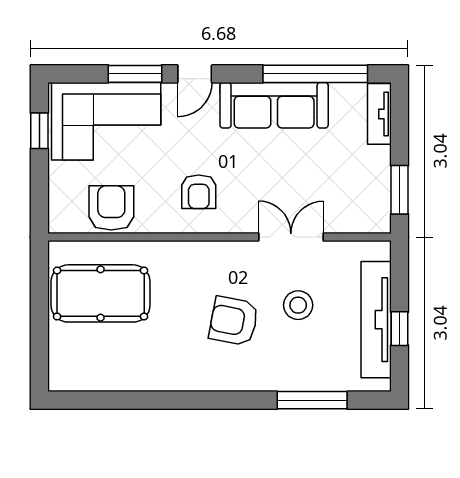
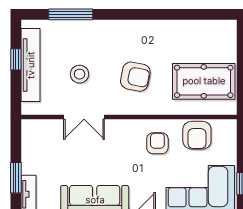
window: (399, 190) -> (16, 178), moved
armchair: (199, 192) -> (157, 143), moved
armchair: (234, 321) -> (135, 77), moved

